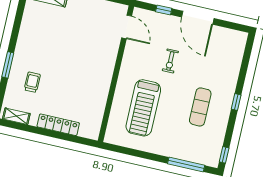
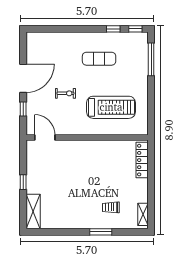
door: (127, 27) -> (45, 137), hinge flipped
window: (236, 102) -> (113, 29), moved
locker: (58, 125) -> (142, 160), moved

